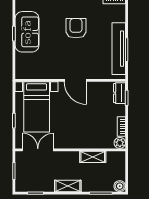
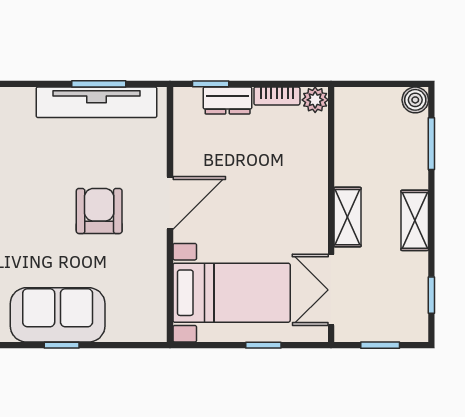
armchair: (76, 28) -> (99, 211), moved, turned 90
dresser: (119, 93) -> (228, 100), moved
shelving: (93, 157) -> (348, 217), moved

